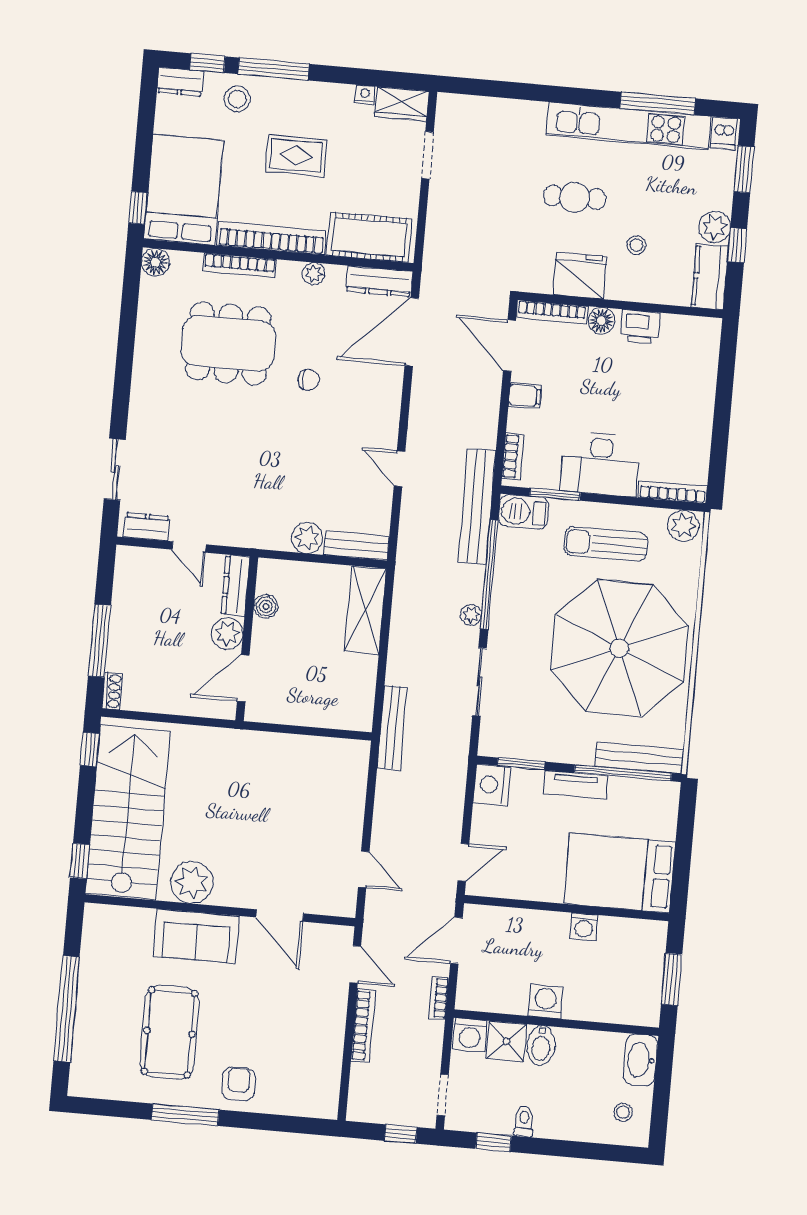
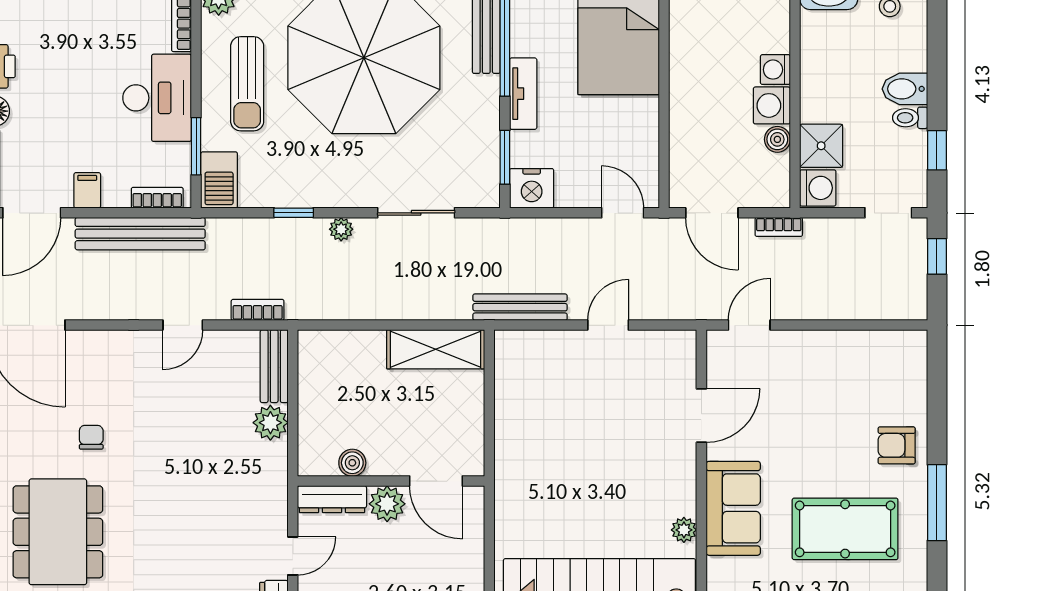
bench: (477, 507) -> (140, 234), moved
window: (489, 575) -> (294, 213), width x0.32
shelving: (365, 610) -> (436, 349), moved
bench: (392, 728) -> (520, 307), moved
door: (364, 869) -> (608, 325), moved
plant: (192, 882) -> (684, 530), width x0.53, depth x0.53
washing machine: (584, 927) -> (775, 70), moved, turned 180
boiler: (516, 1003) -> (777, 139), added
bookcase: (363, 1026) -> (258, 310), moved, width x0.64
bidet: (541, 1045) -> (905, 89), moved, turned 180

